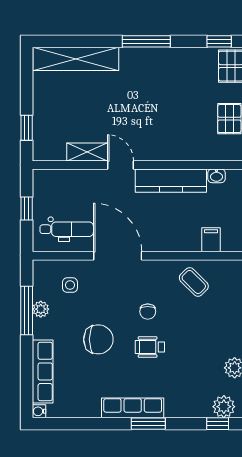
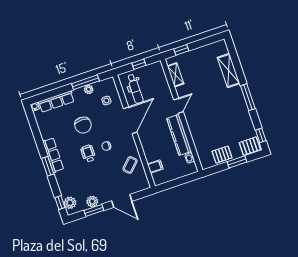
shelving: (76, 59) -> (229, 70), width x0.68
shelving: (87, 152) -> (176, 75), moved

